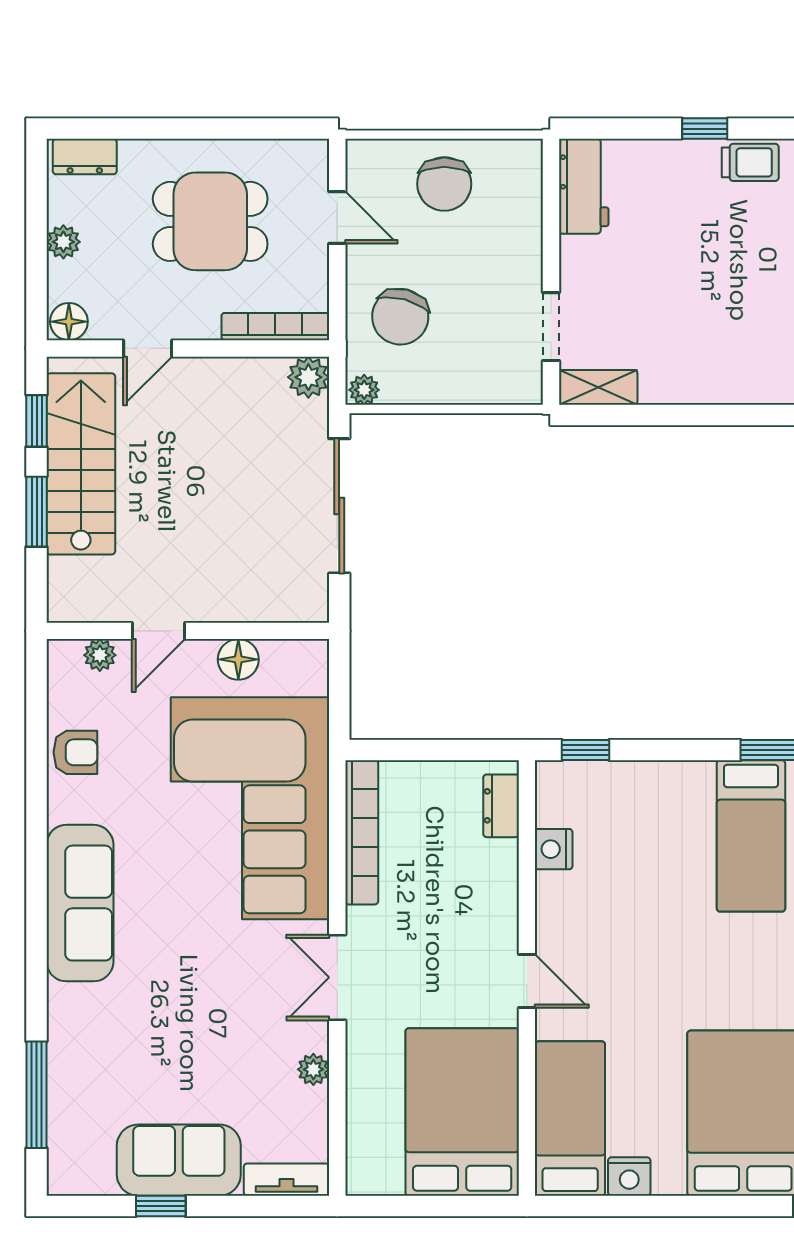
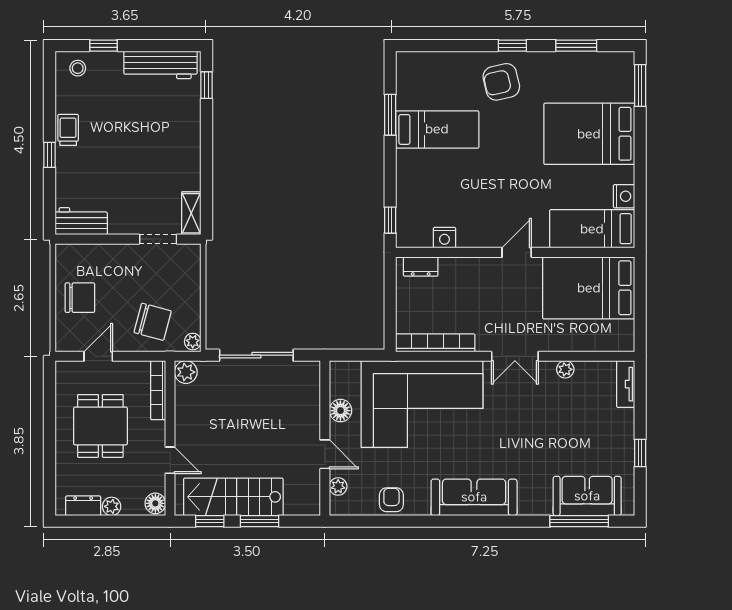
dresser: (85, 157) -> (83, 506), moved, turned -90
sofa: (179, 1160) -> (587, 496), moved, turned 90

